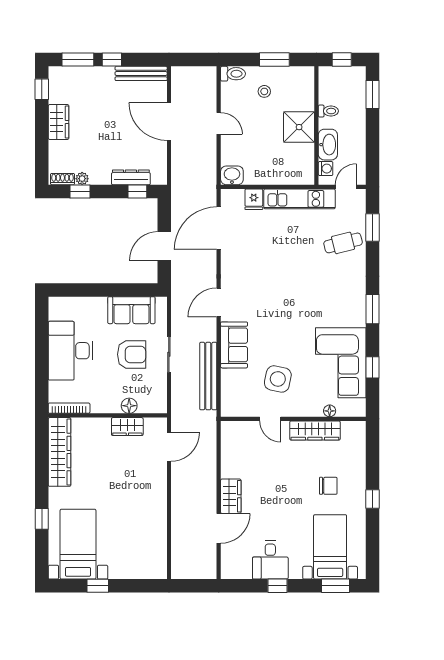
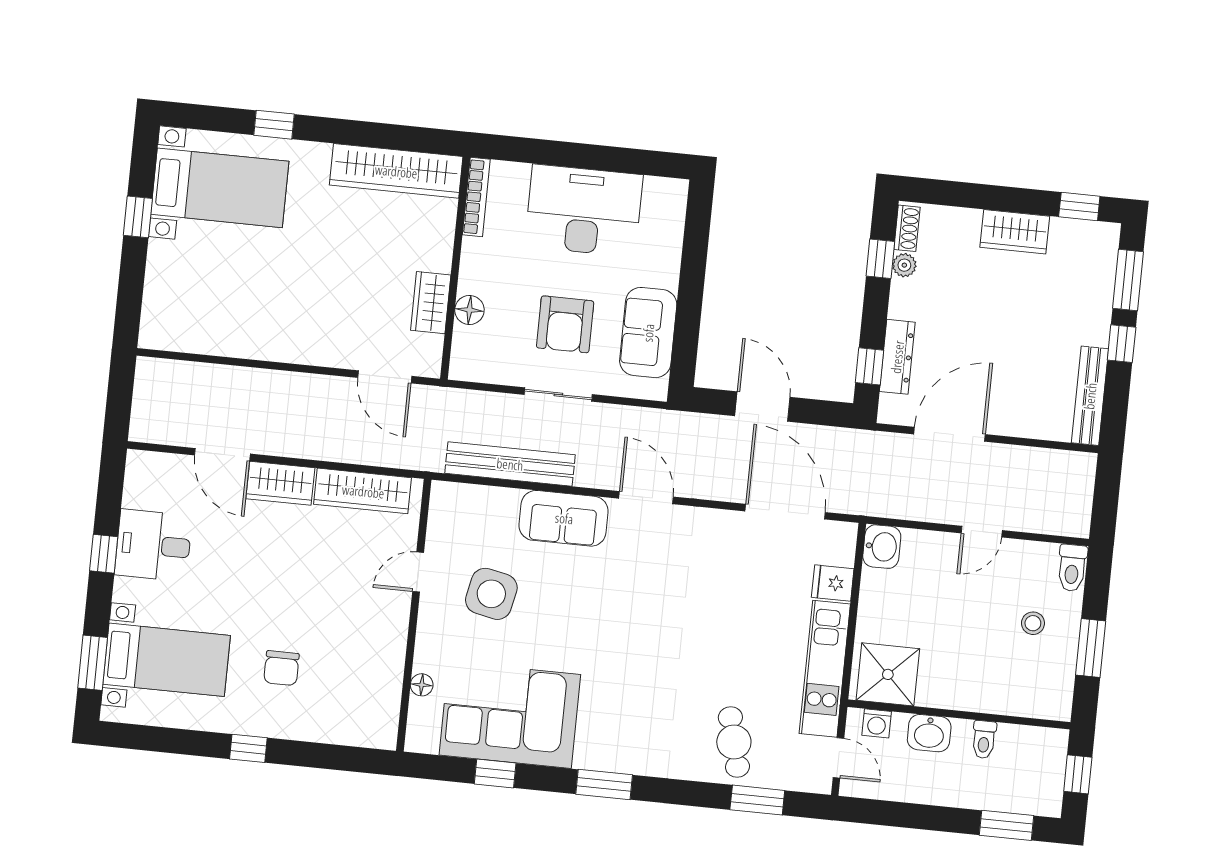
door: (169, 122) -> (950, 434), moved
shower: (299, 127) -> (888, 674), moved
washbasin: (328, 145) -> (929, 733), width x0.72
wardrobe: (315, 430) -> (363, 491), moved, turned -90

